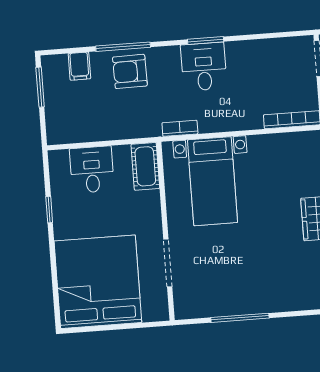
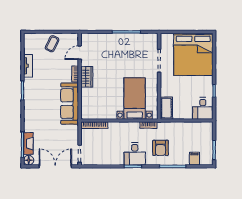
armchair: (130, 71) -> (160, 148), moved, turned 91
desk: (92, 170) -> (203, 108), moved

